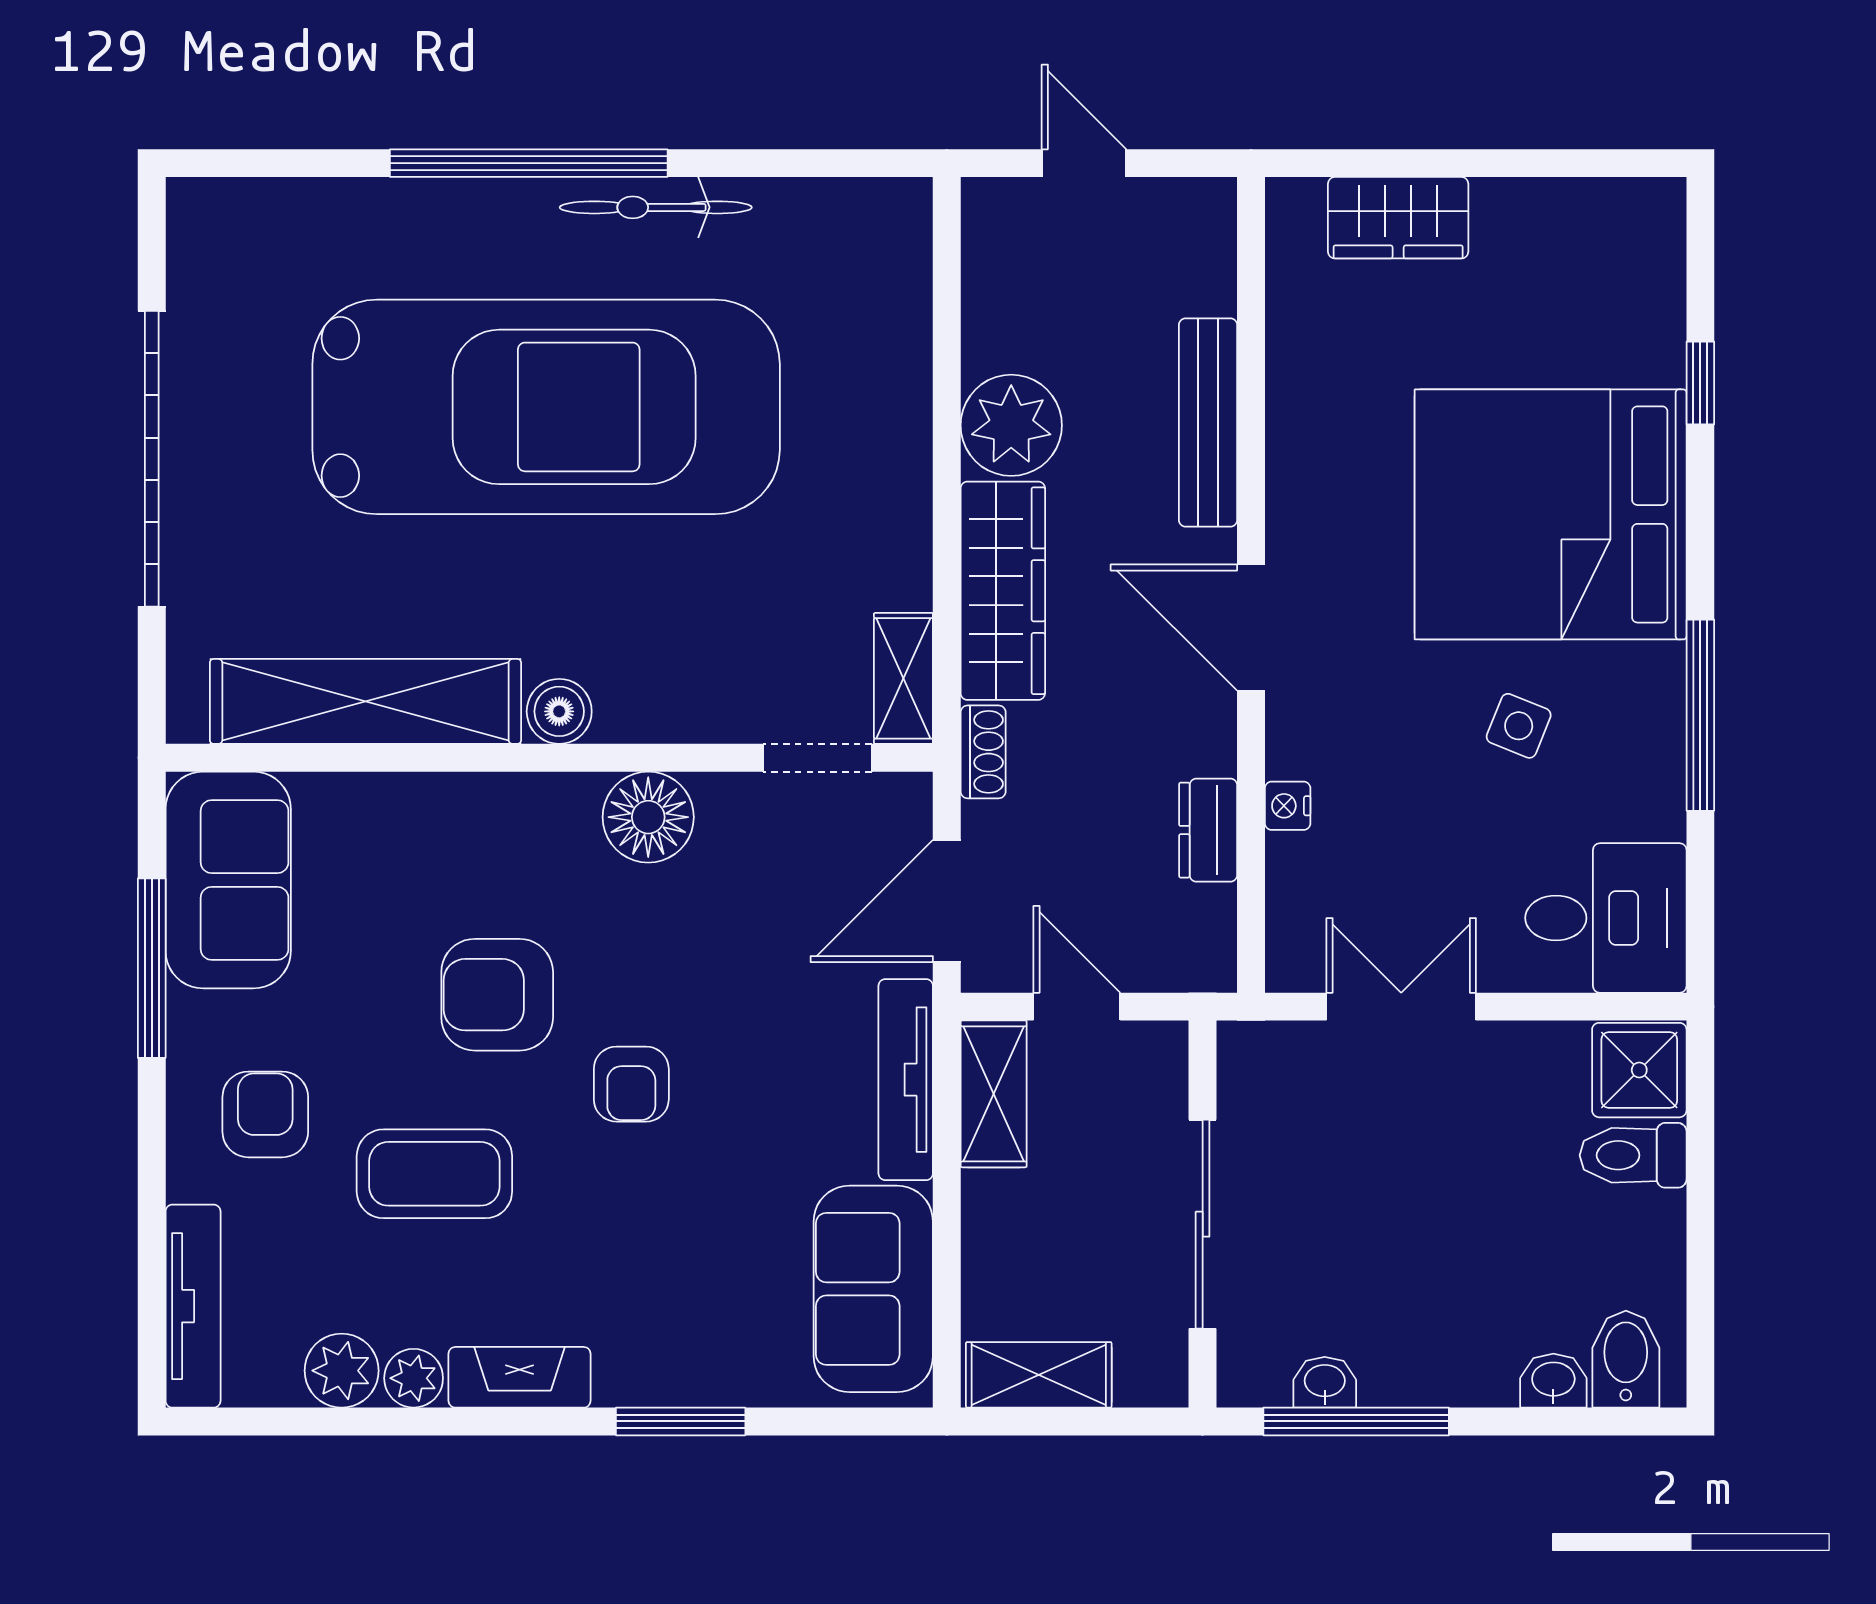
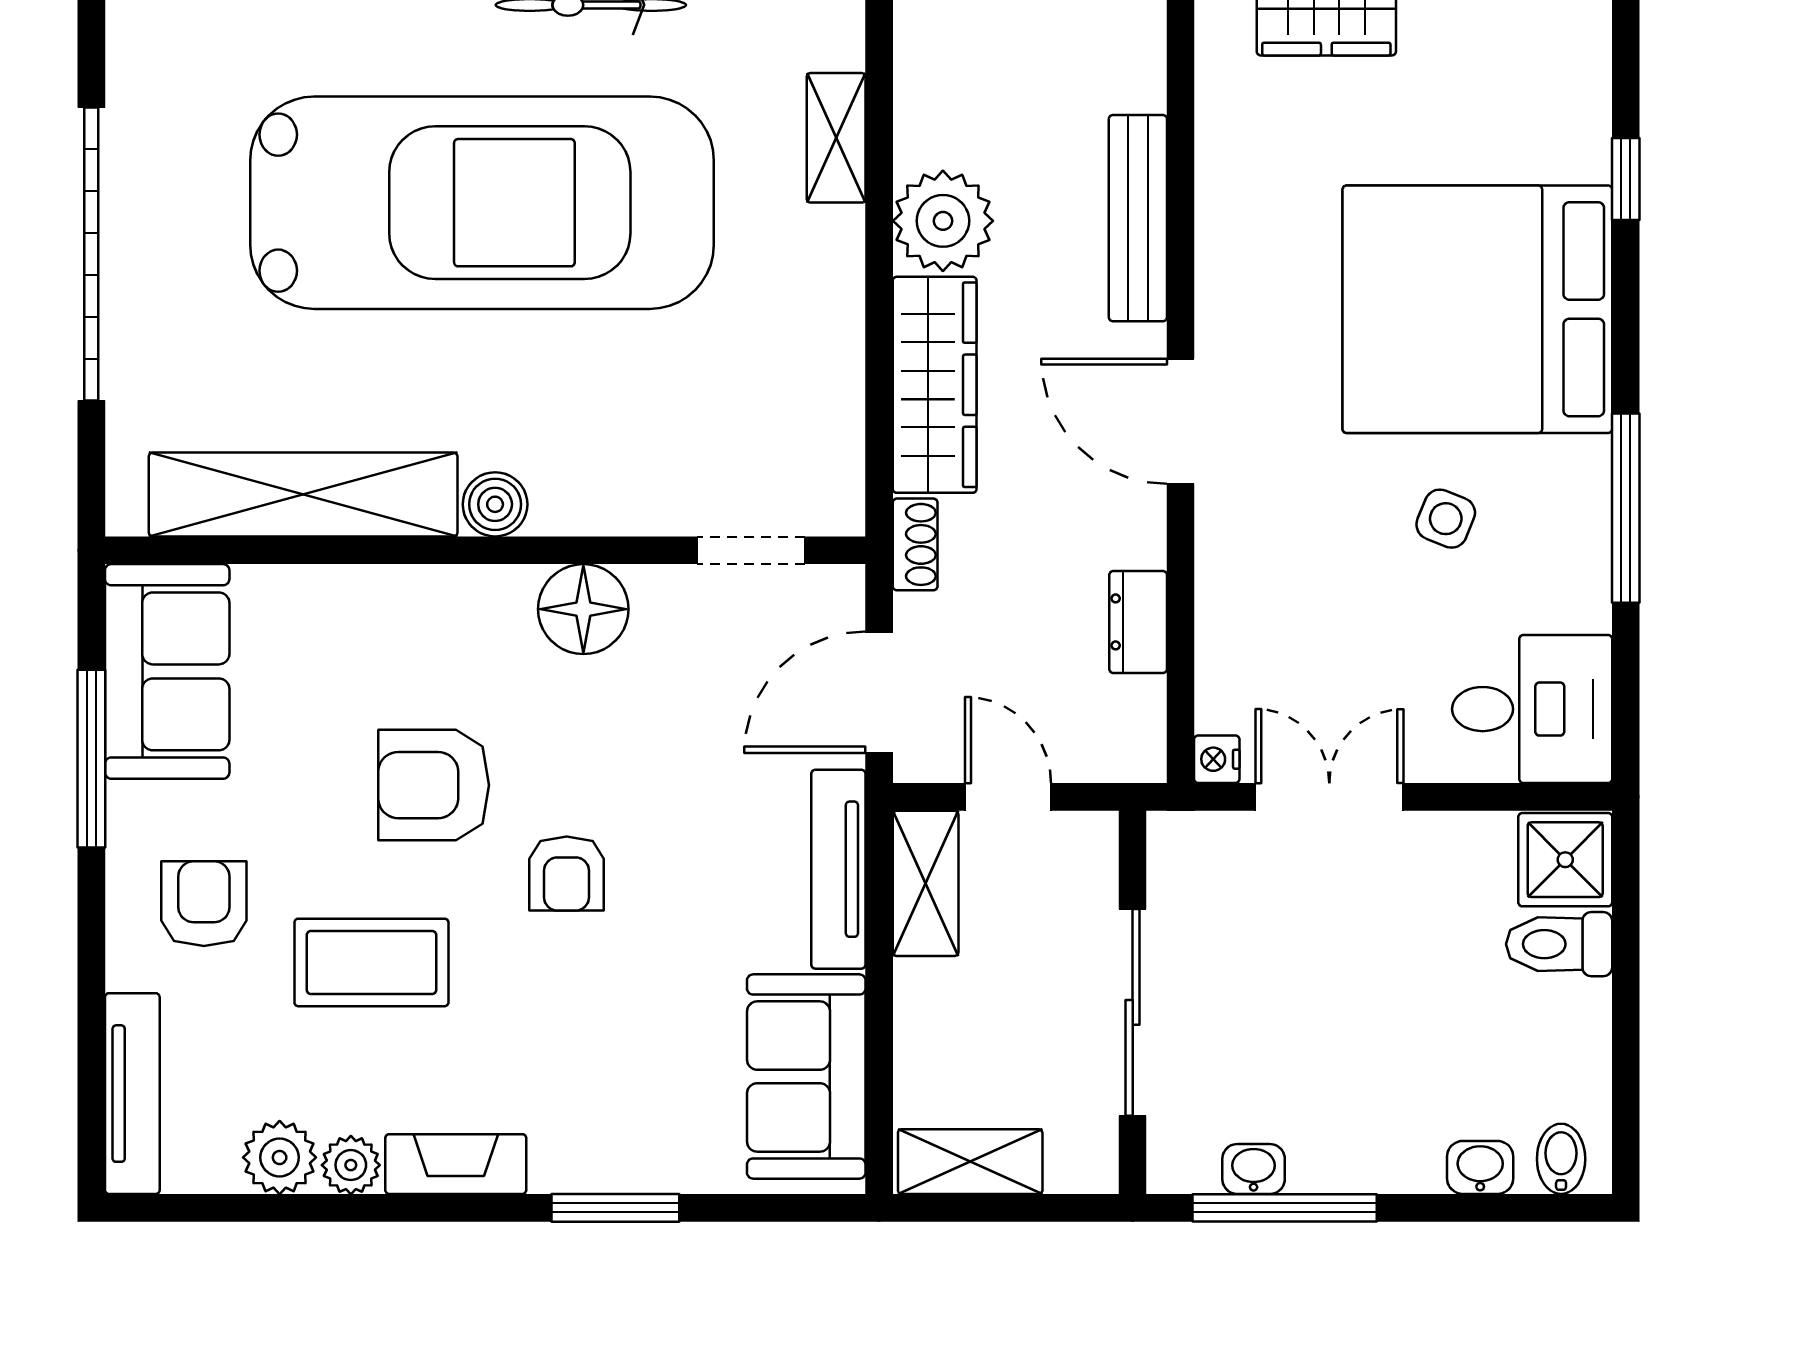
shelving: (903, 678) -> (836, 138), moved
nightstand: (1288, 806) -> (1217, 759), moved
bidet: (1626, 1359) -> (1561, 1159), width x0.72, depth x0.74

